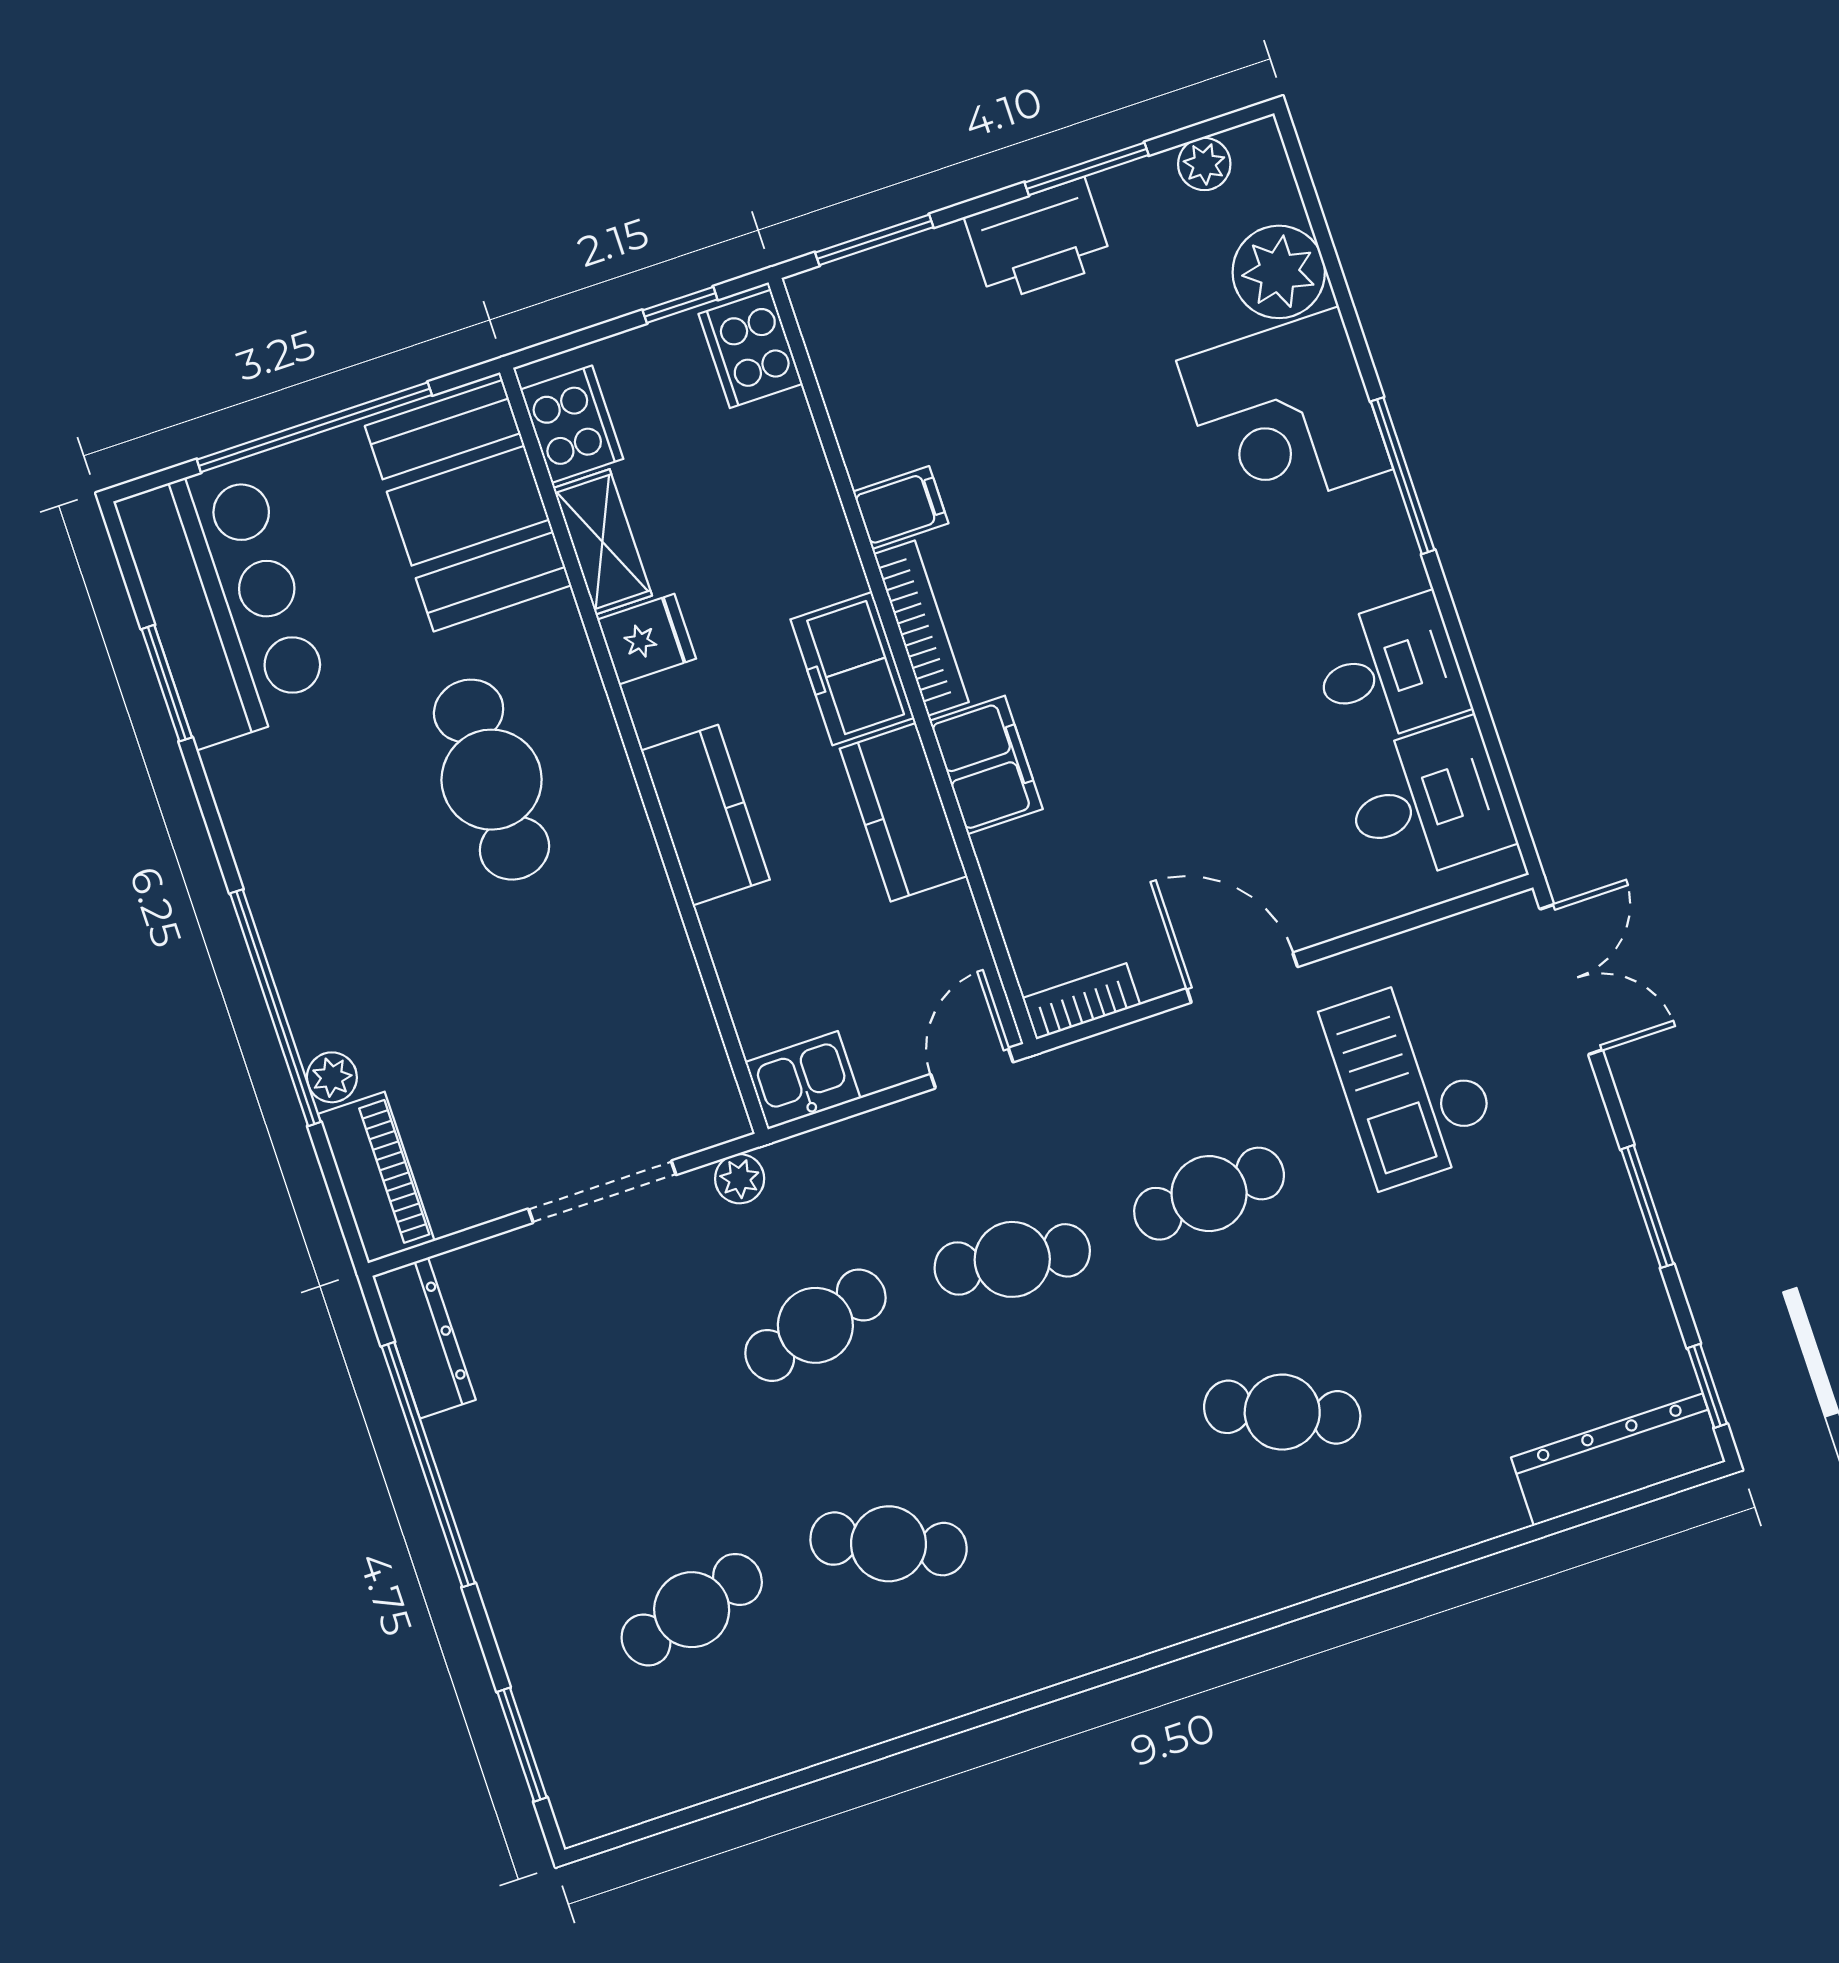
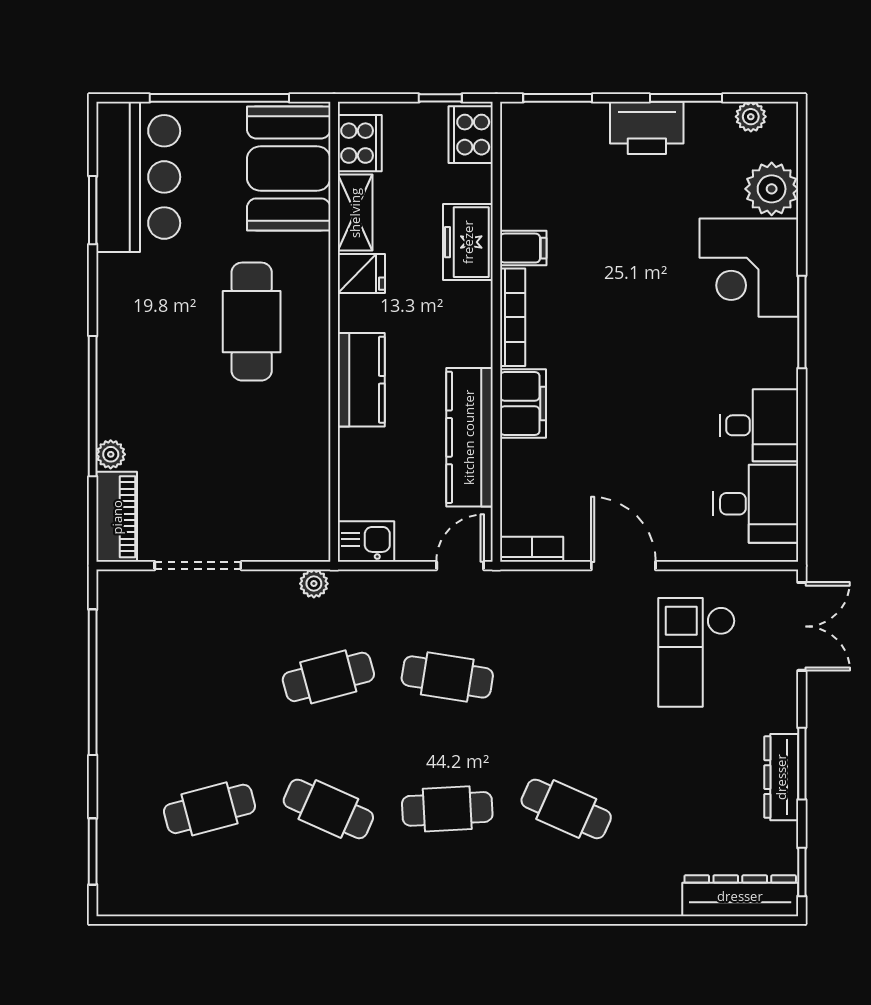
freezer: (852, 669) -> (468, 242), moved
kitchen counter: (903, 812) -> (469, 437), width x1.50
doorway: (602, 1192) -> (198, 566), moved
cafe table: (1209, 1194) -> (447, 809), moved
dresser: (424, 1338) -> (781, 777), moved, turned 180

